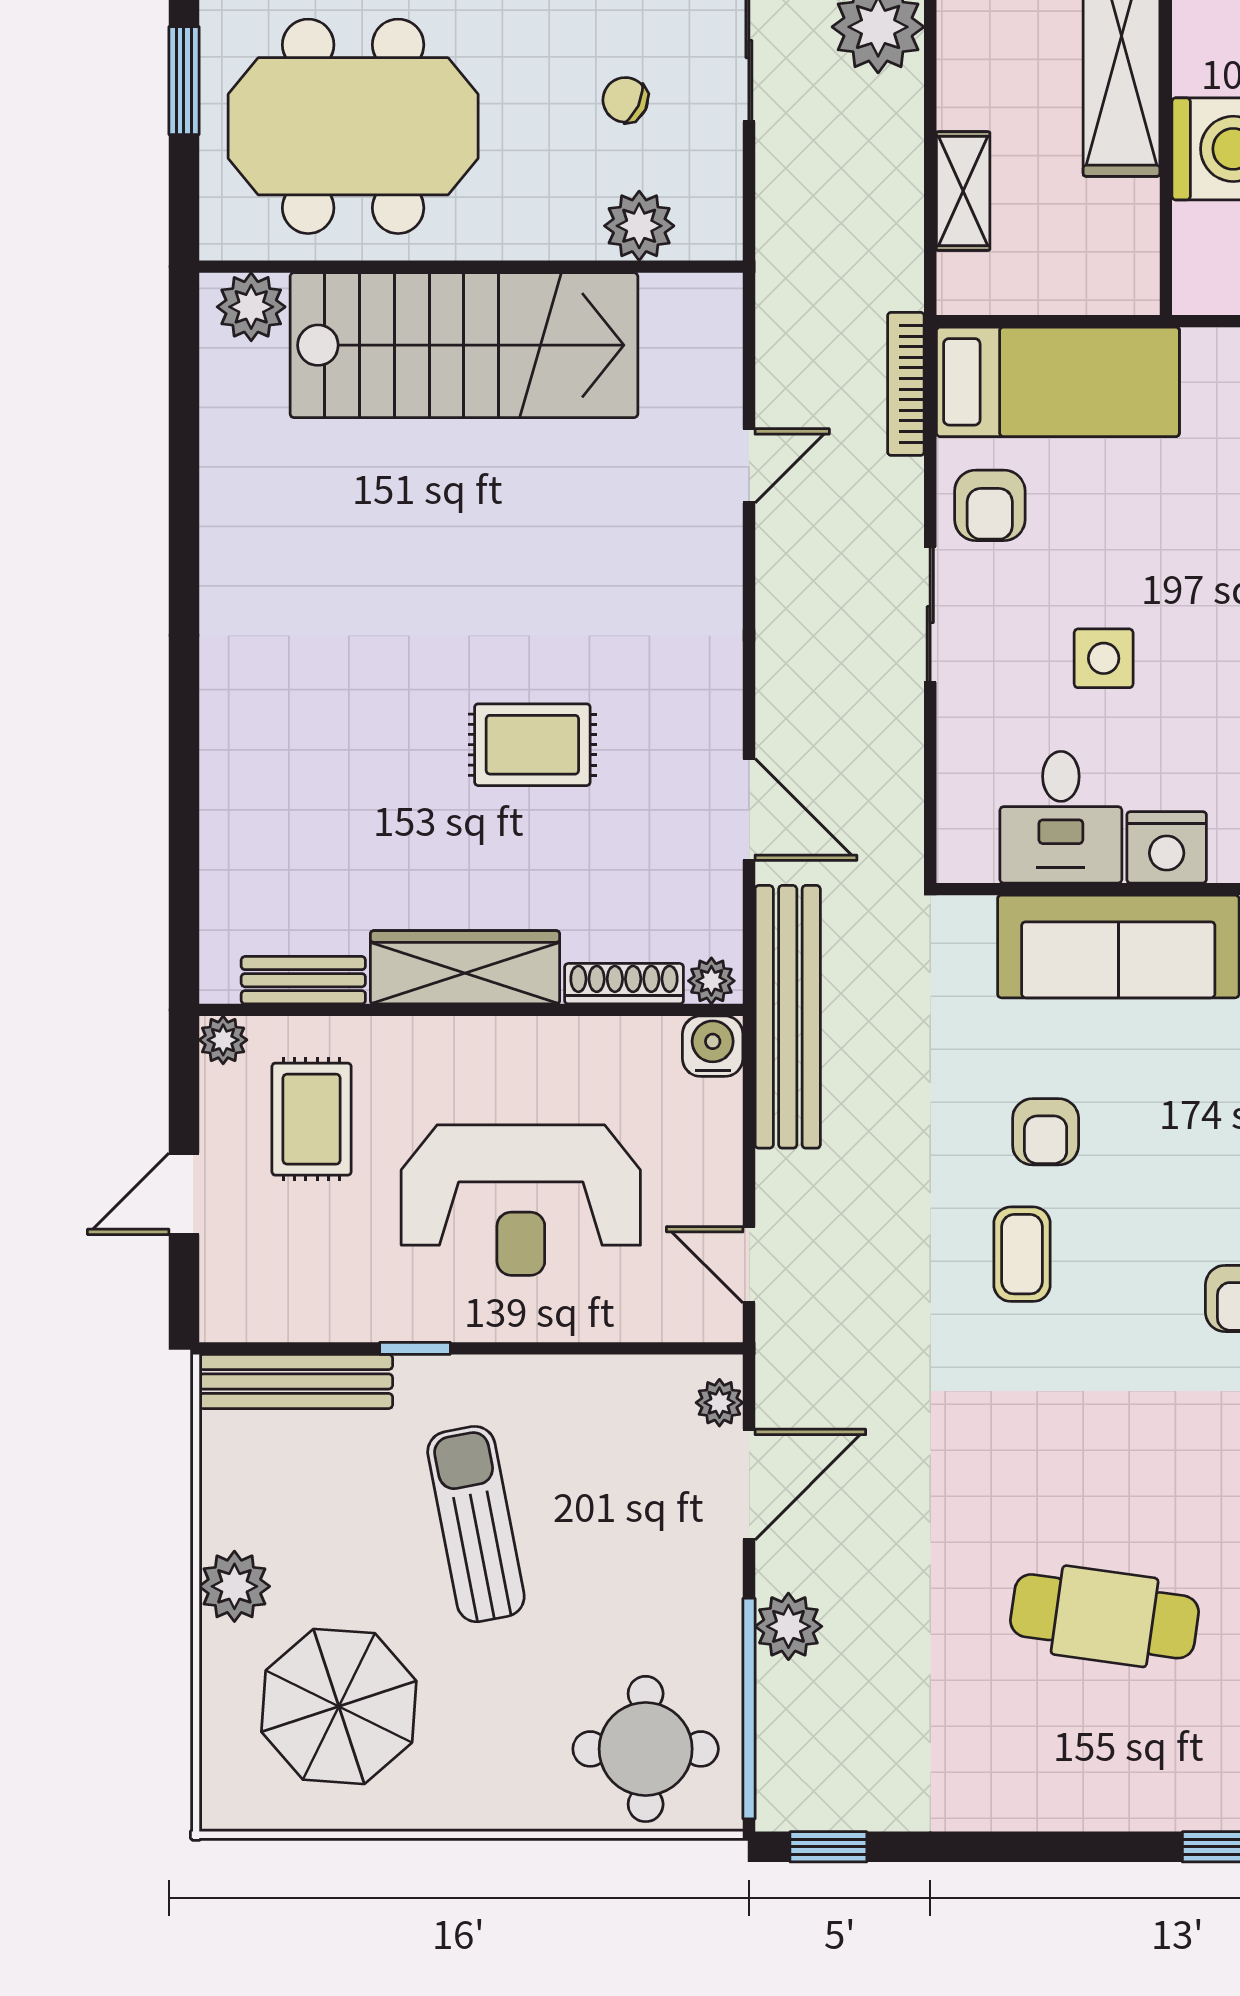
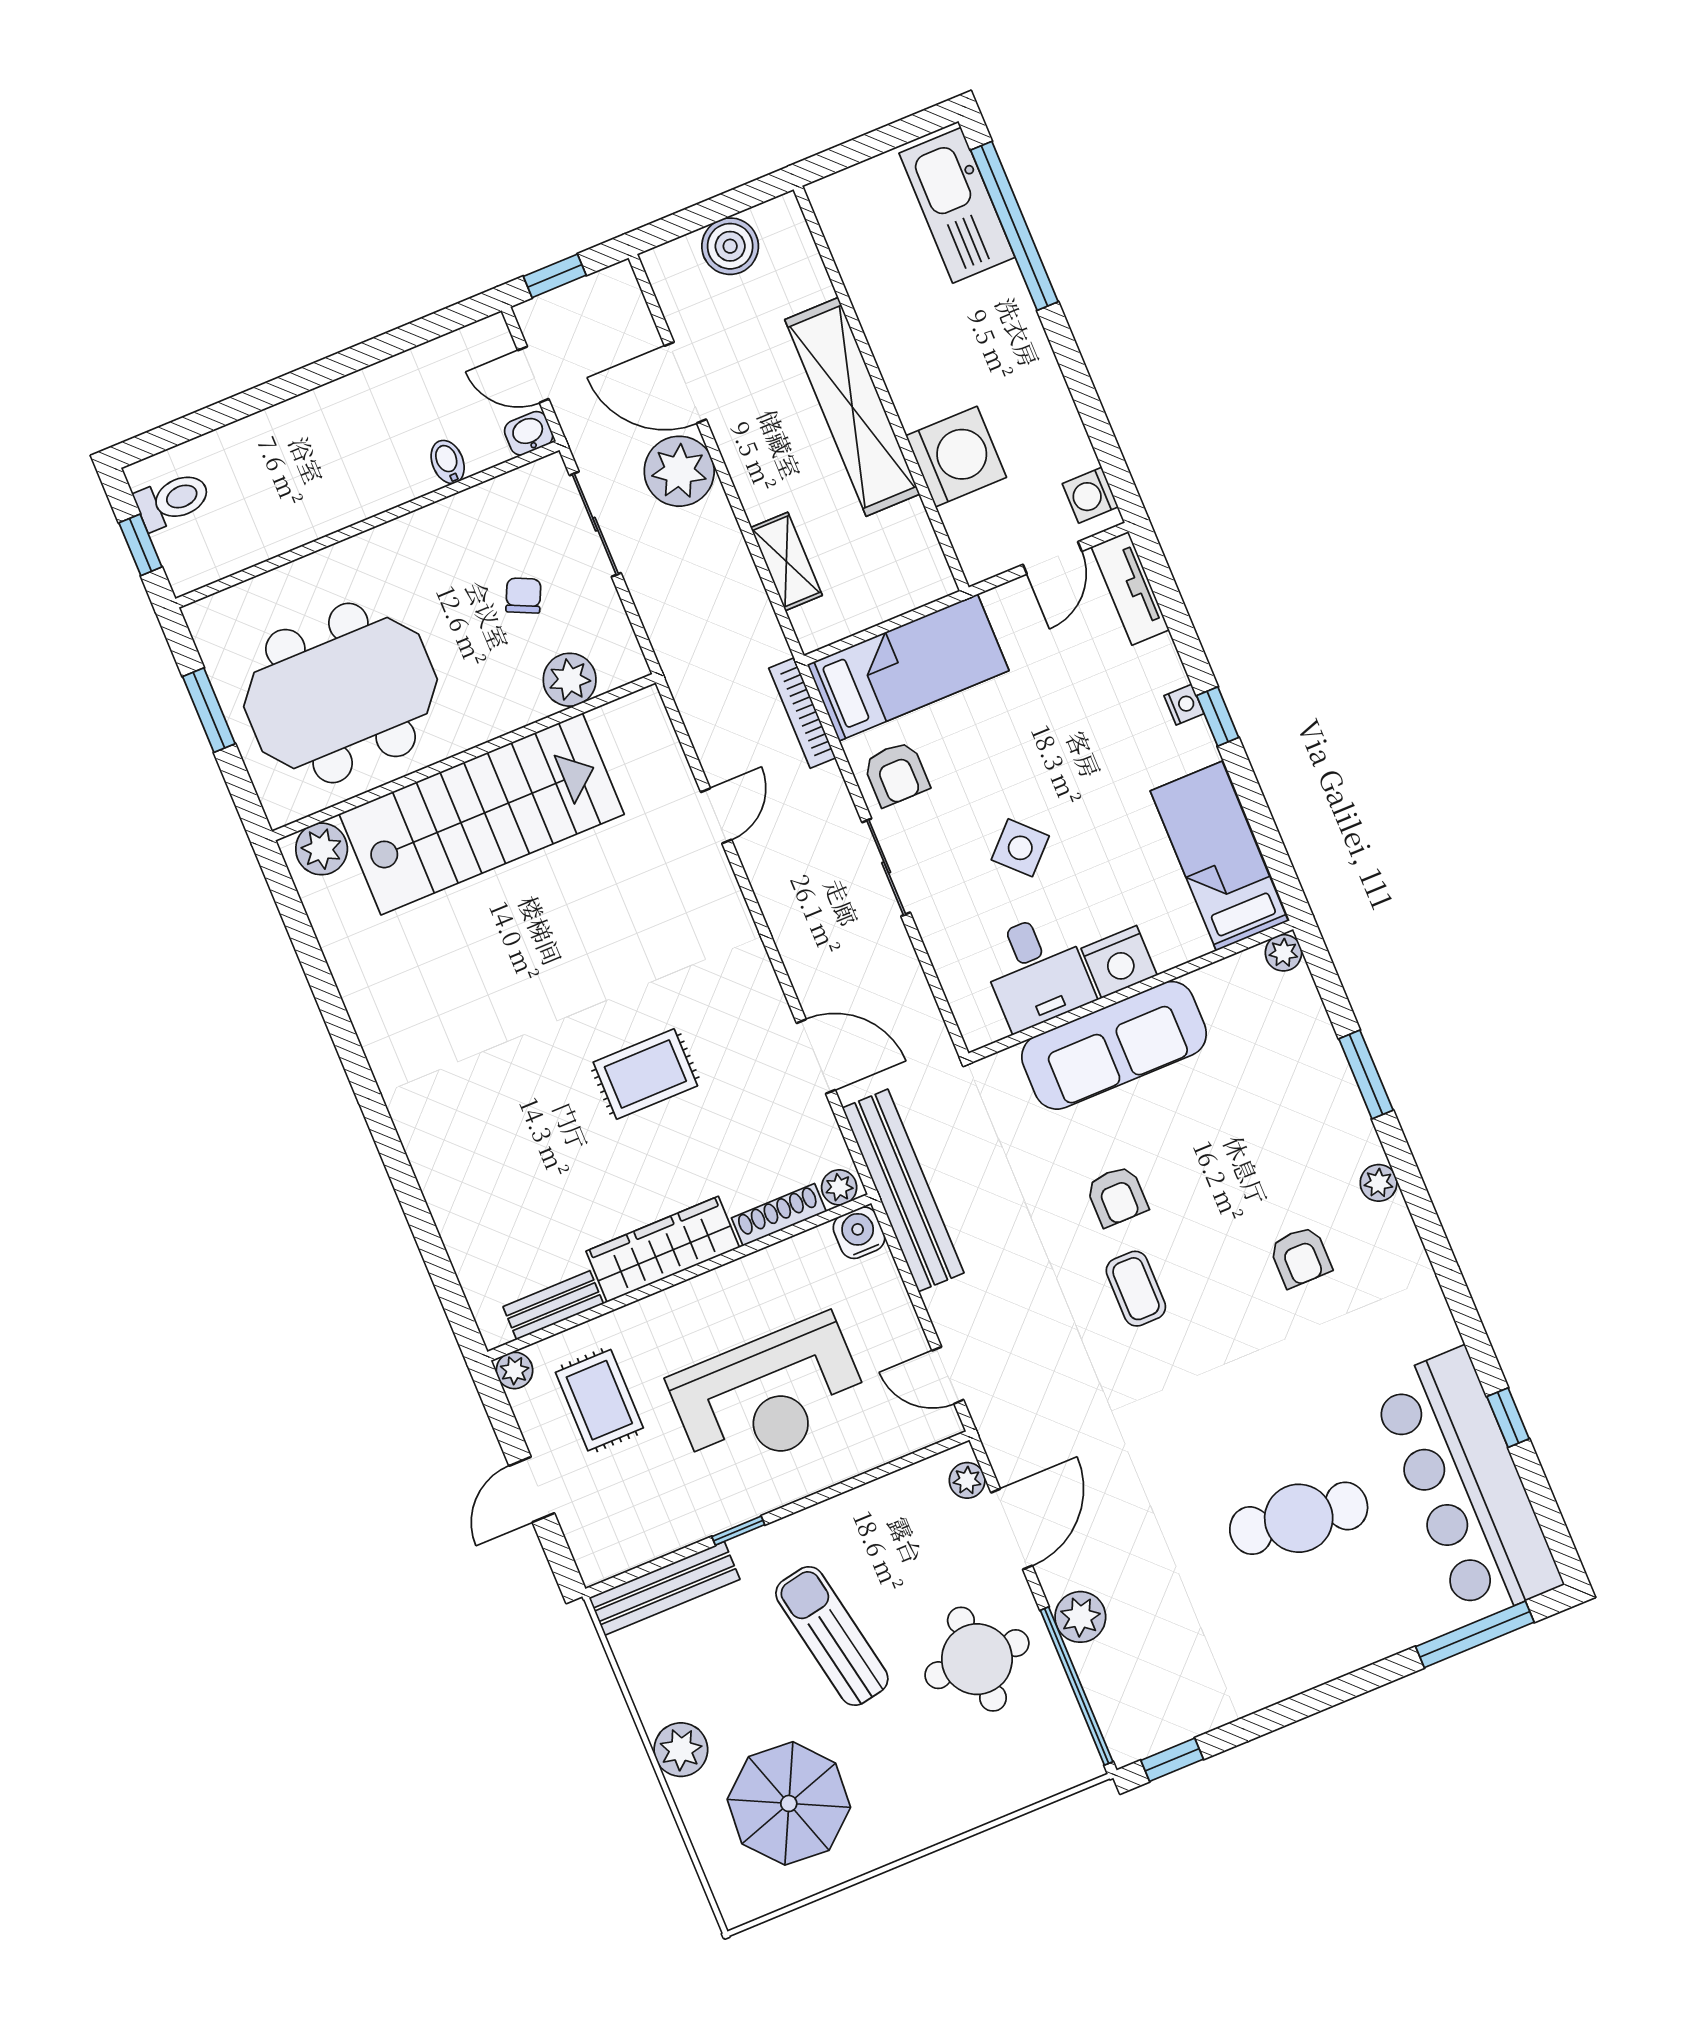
chair: (625, 100) -> (523, 596), turned 90
side table: (1104, 658) -> (1020, 848), turned 45
round table: (646, 1749) -> (977, 1659), moved

